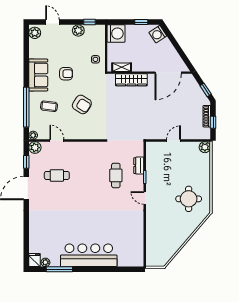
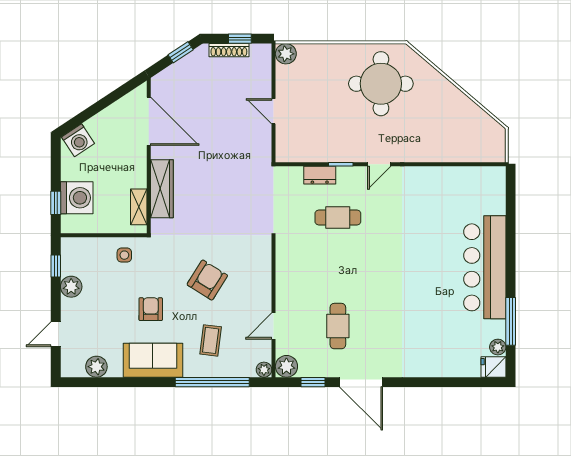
window: (141, 22) -> (56, 203), moved
plant: (35, 33) -> (96, 367), moved
washing machine: (116, 34) -> (77, 198), moved, turned 90
round table: (189, 199) -> (381, 84), width x1.36, depth x1.36

